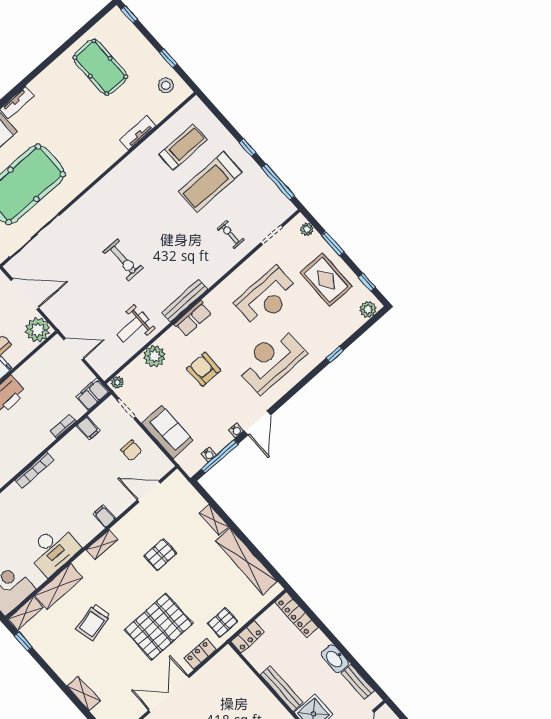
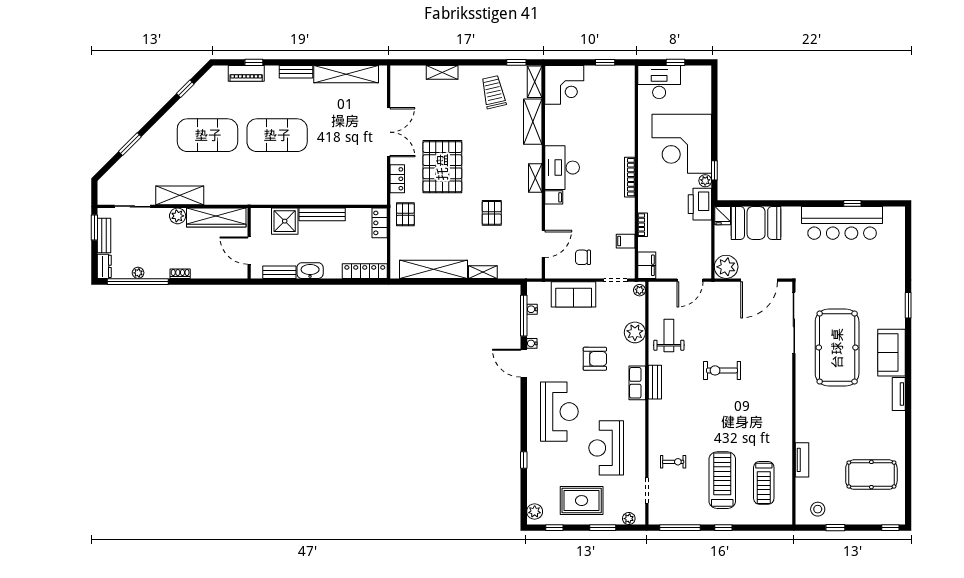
bench: (185, 301) -> (655, 382), width x0.73
desk: (53, 550) -> (562, 168), moved
trolley: (93, 622) -> (493, 92), moved

